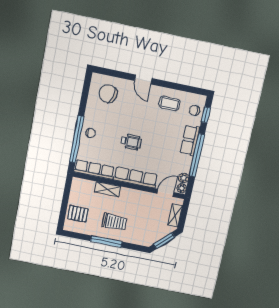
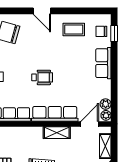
window: (197, 155) -> (114, 77), removed
shelving: (108, 189) -> (57, 133), moved

